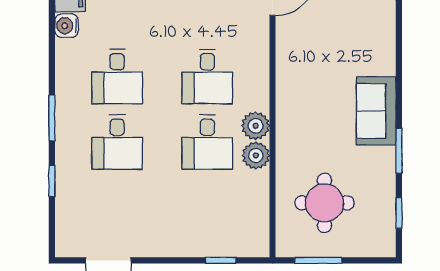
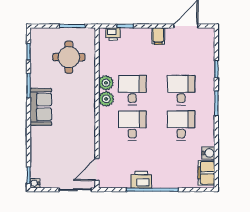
filing cabinet: (159, 242) -> (158, 36), added
printer: (243, 246) -> (113, 34), added

